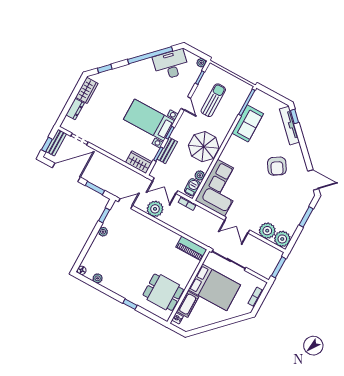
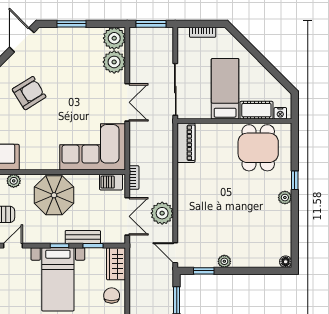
chair: (120, 149) -> (112, 296), added
plant: (200, 175) -> (14, 181), moved
plant: (98, 278) -> (285, 198), moved
bed: (214, 287) -> (225, 89), width x0.67

